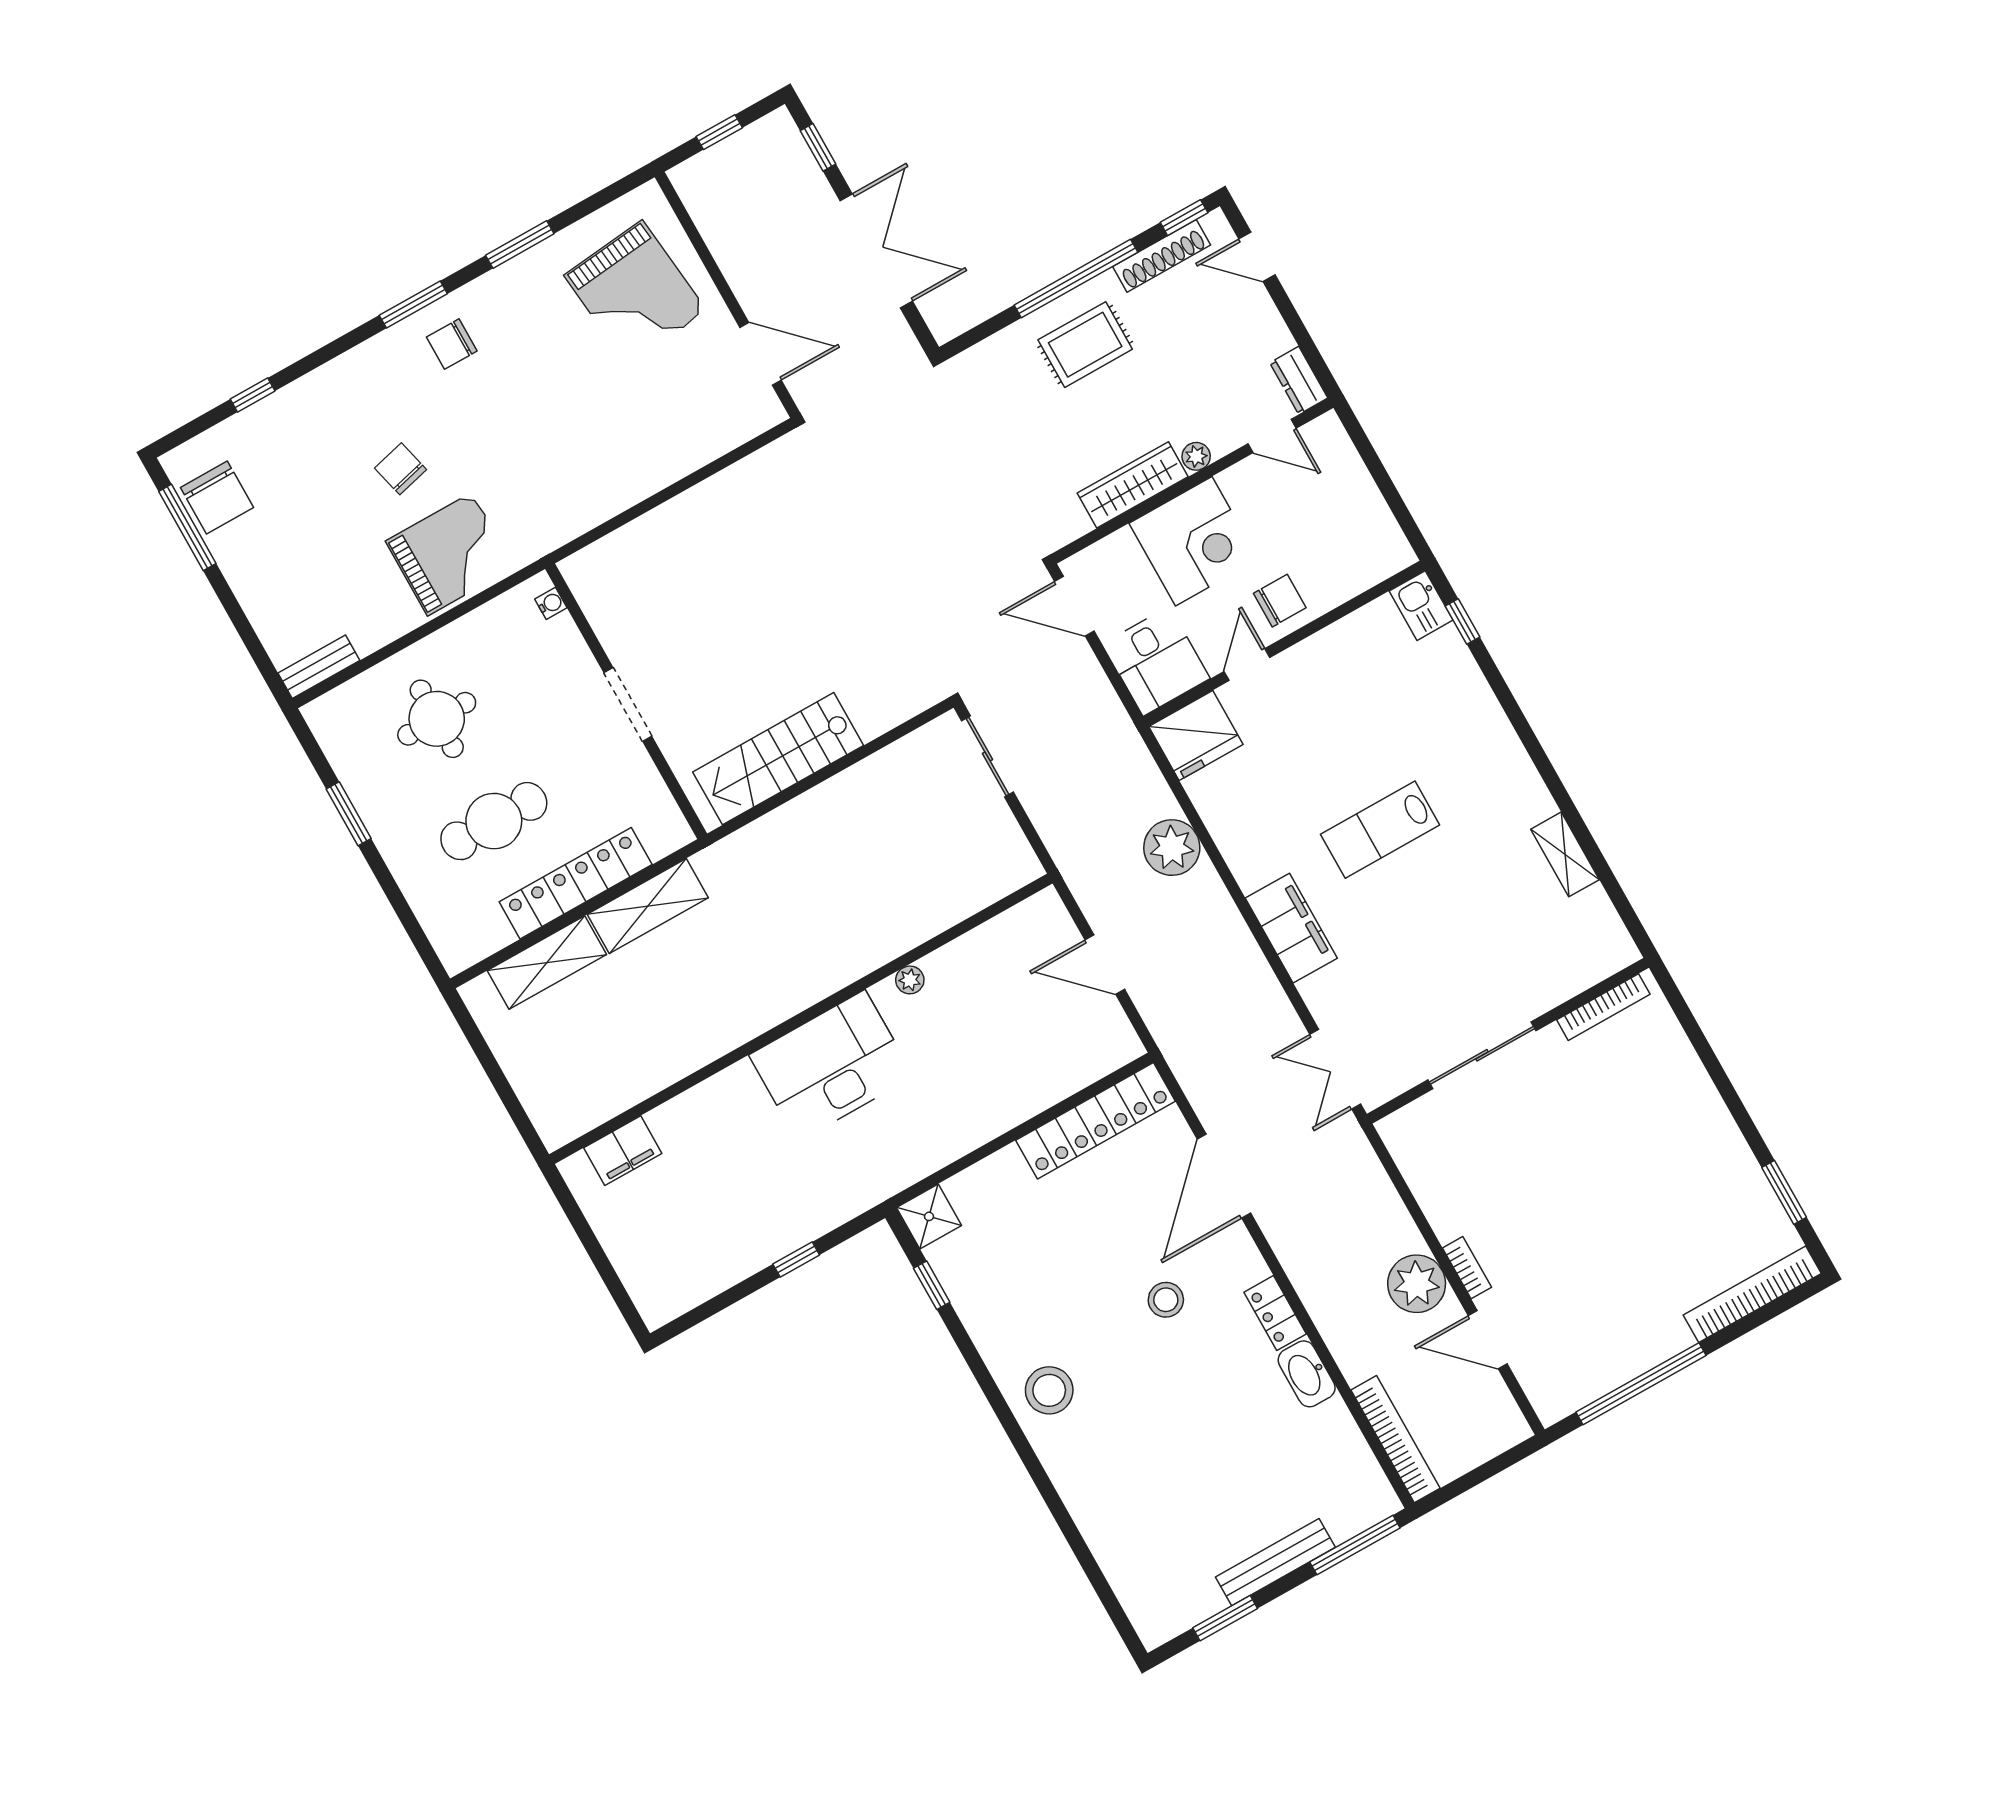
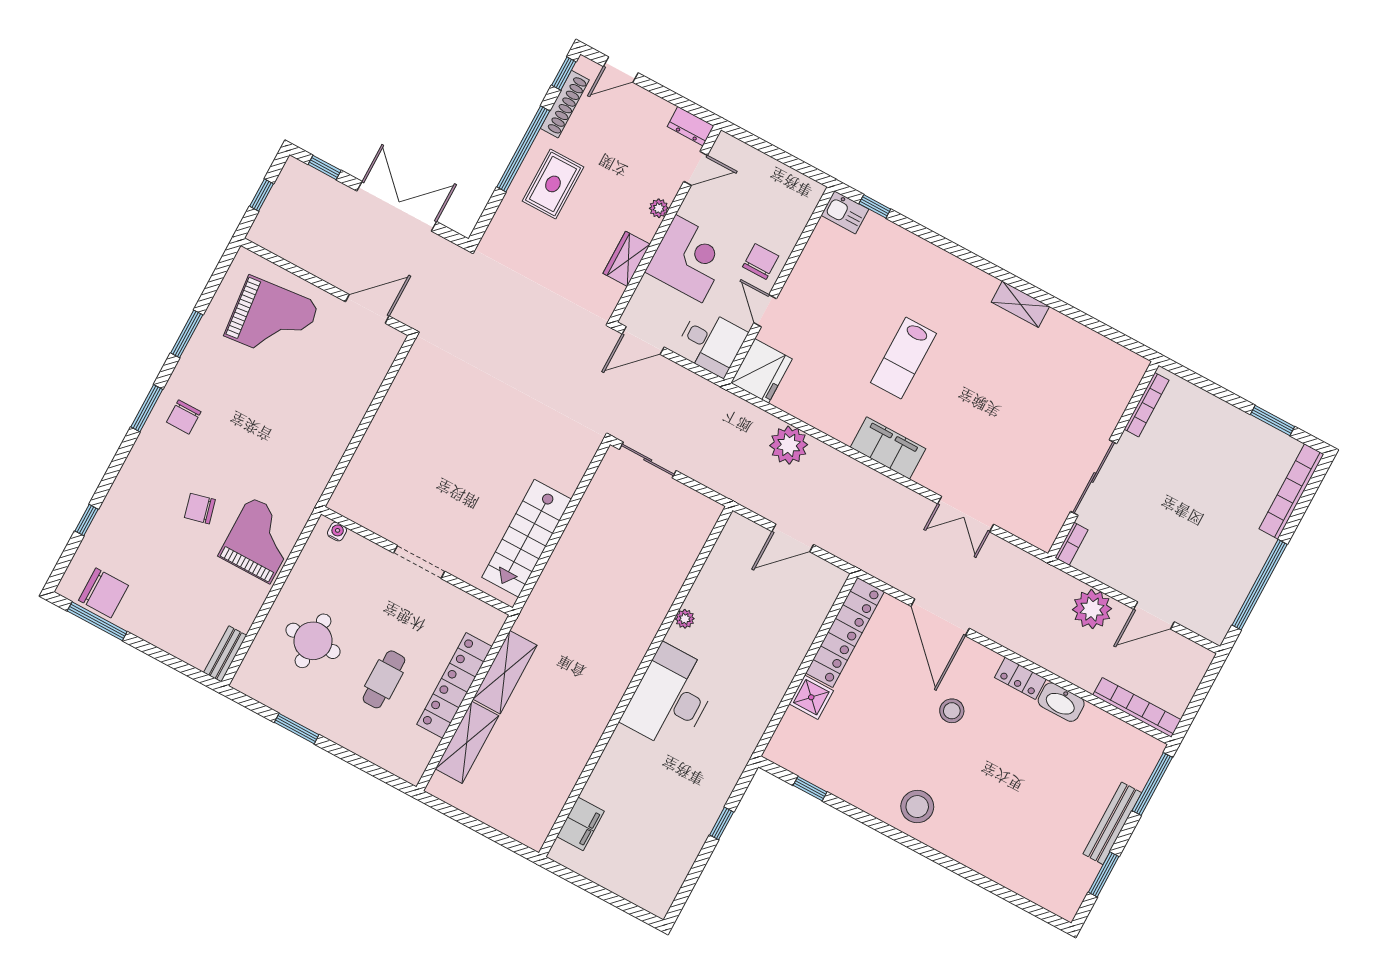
wardrobe: (1133, 485) -> (627, 259), width x0.67
cafe table: (494, 821) -> (384, 679), width x0.73, depth x0.74
bookcase: (1603, 1007) -> (1147, 405), moved
wall: (1508, 1041) -> (1103, 460), moved
sliding door: (1482, 1055) -> (1094, 478), moved
shower: (929, 1216) -> (811, 697), moved
bookcase: (1467, 1268) -> (1071, 544), moved, turned 90

